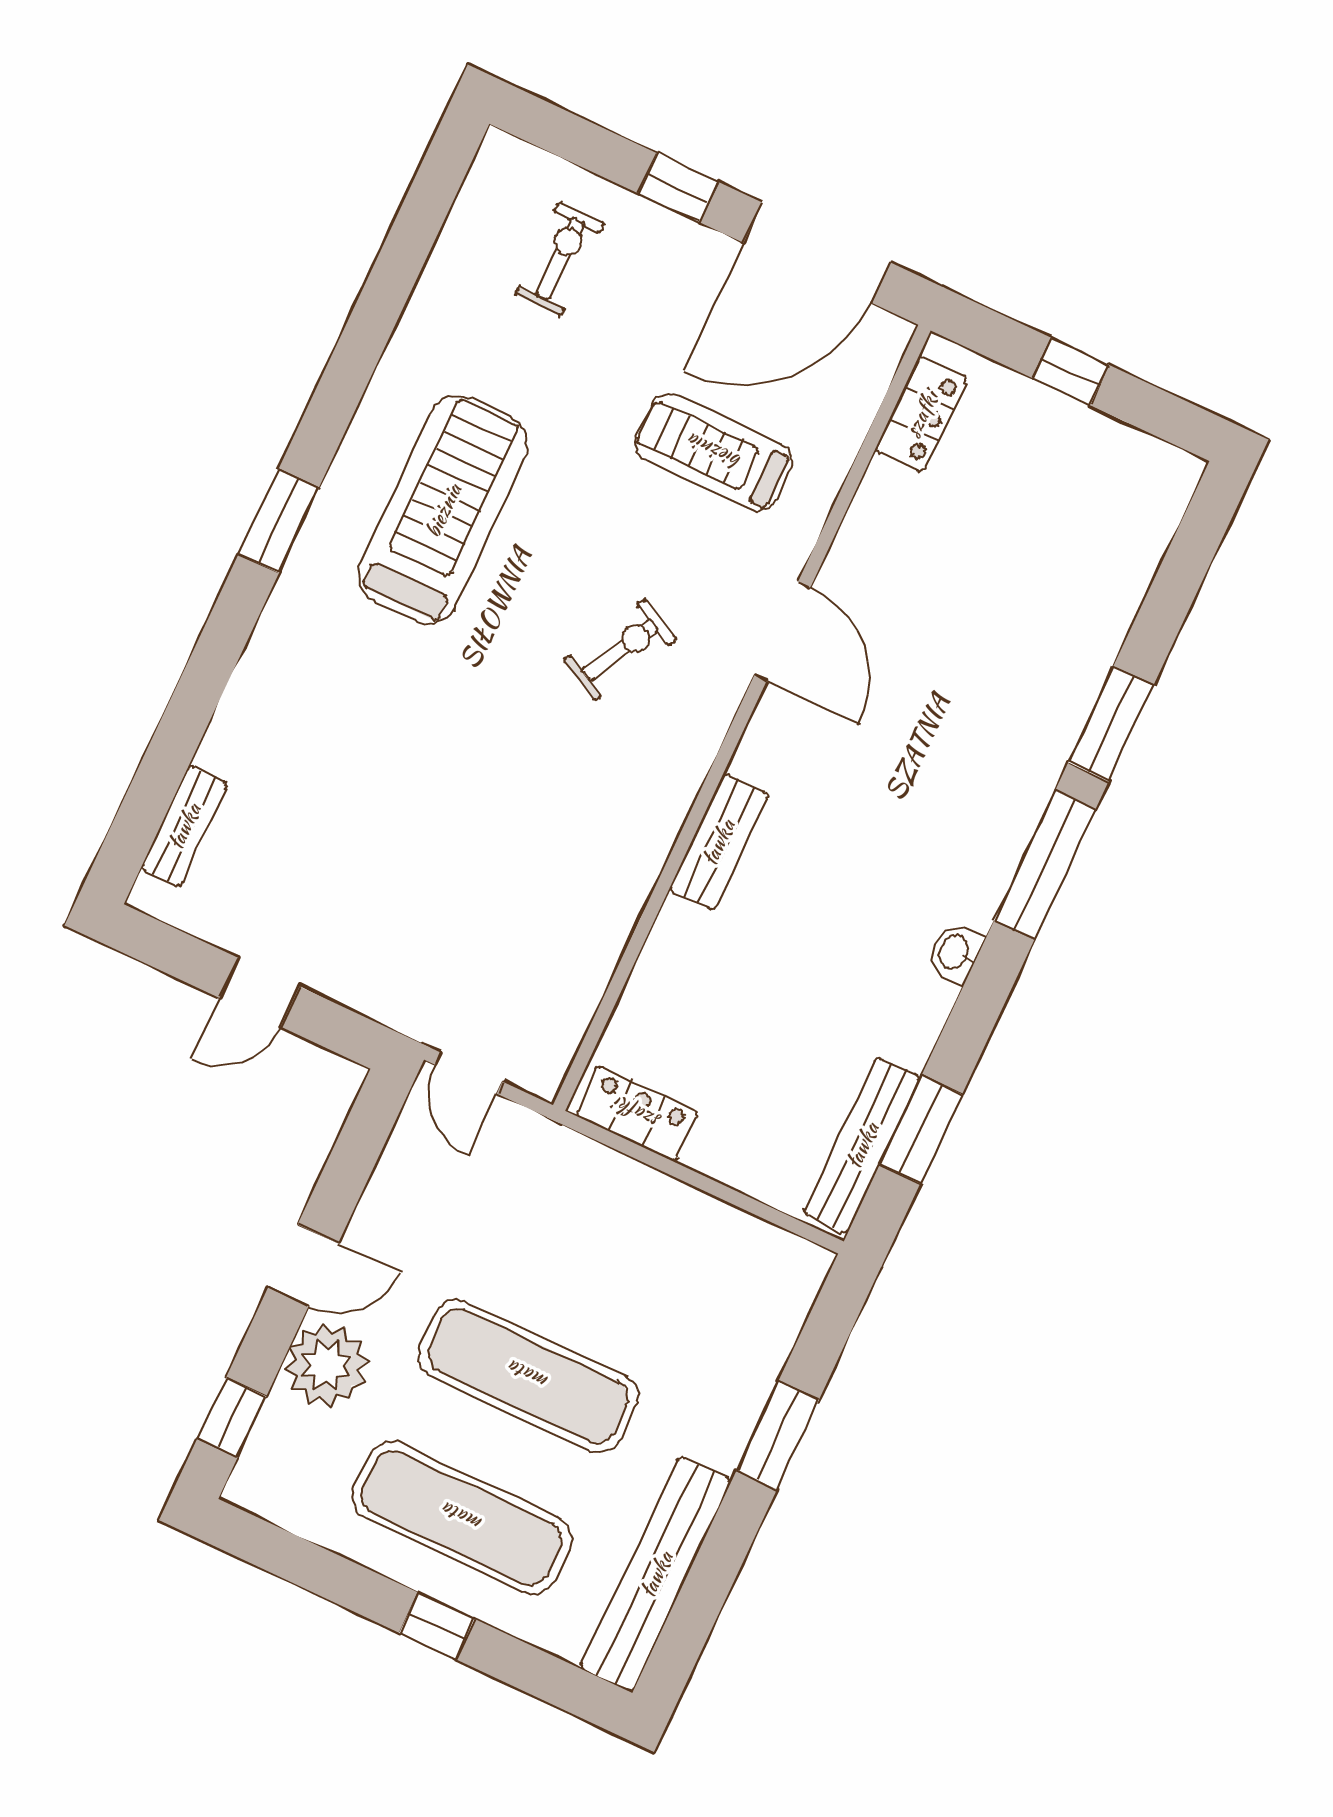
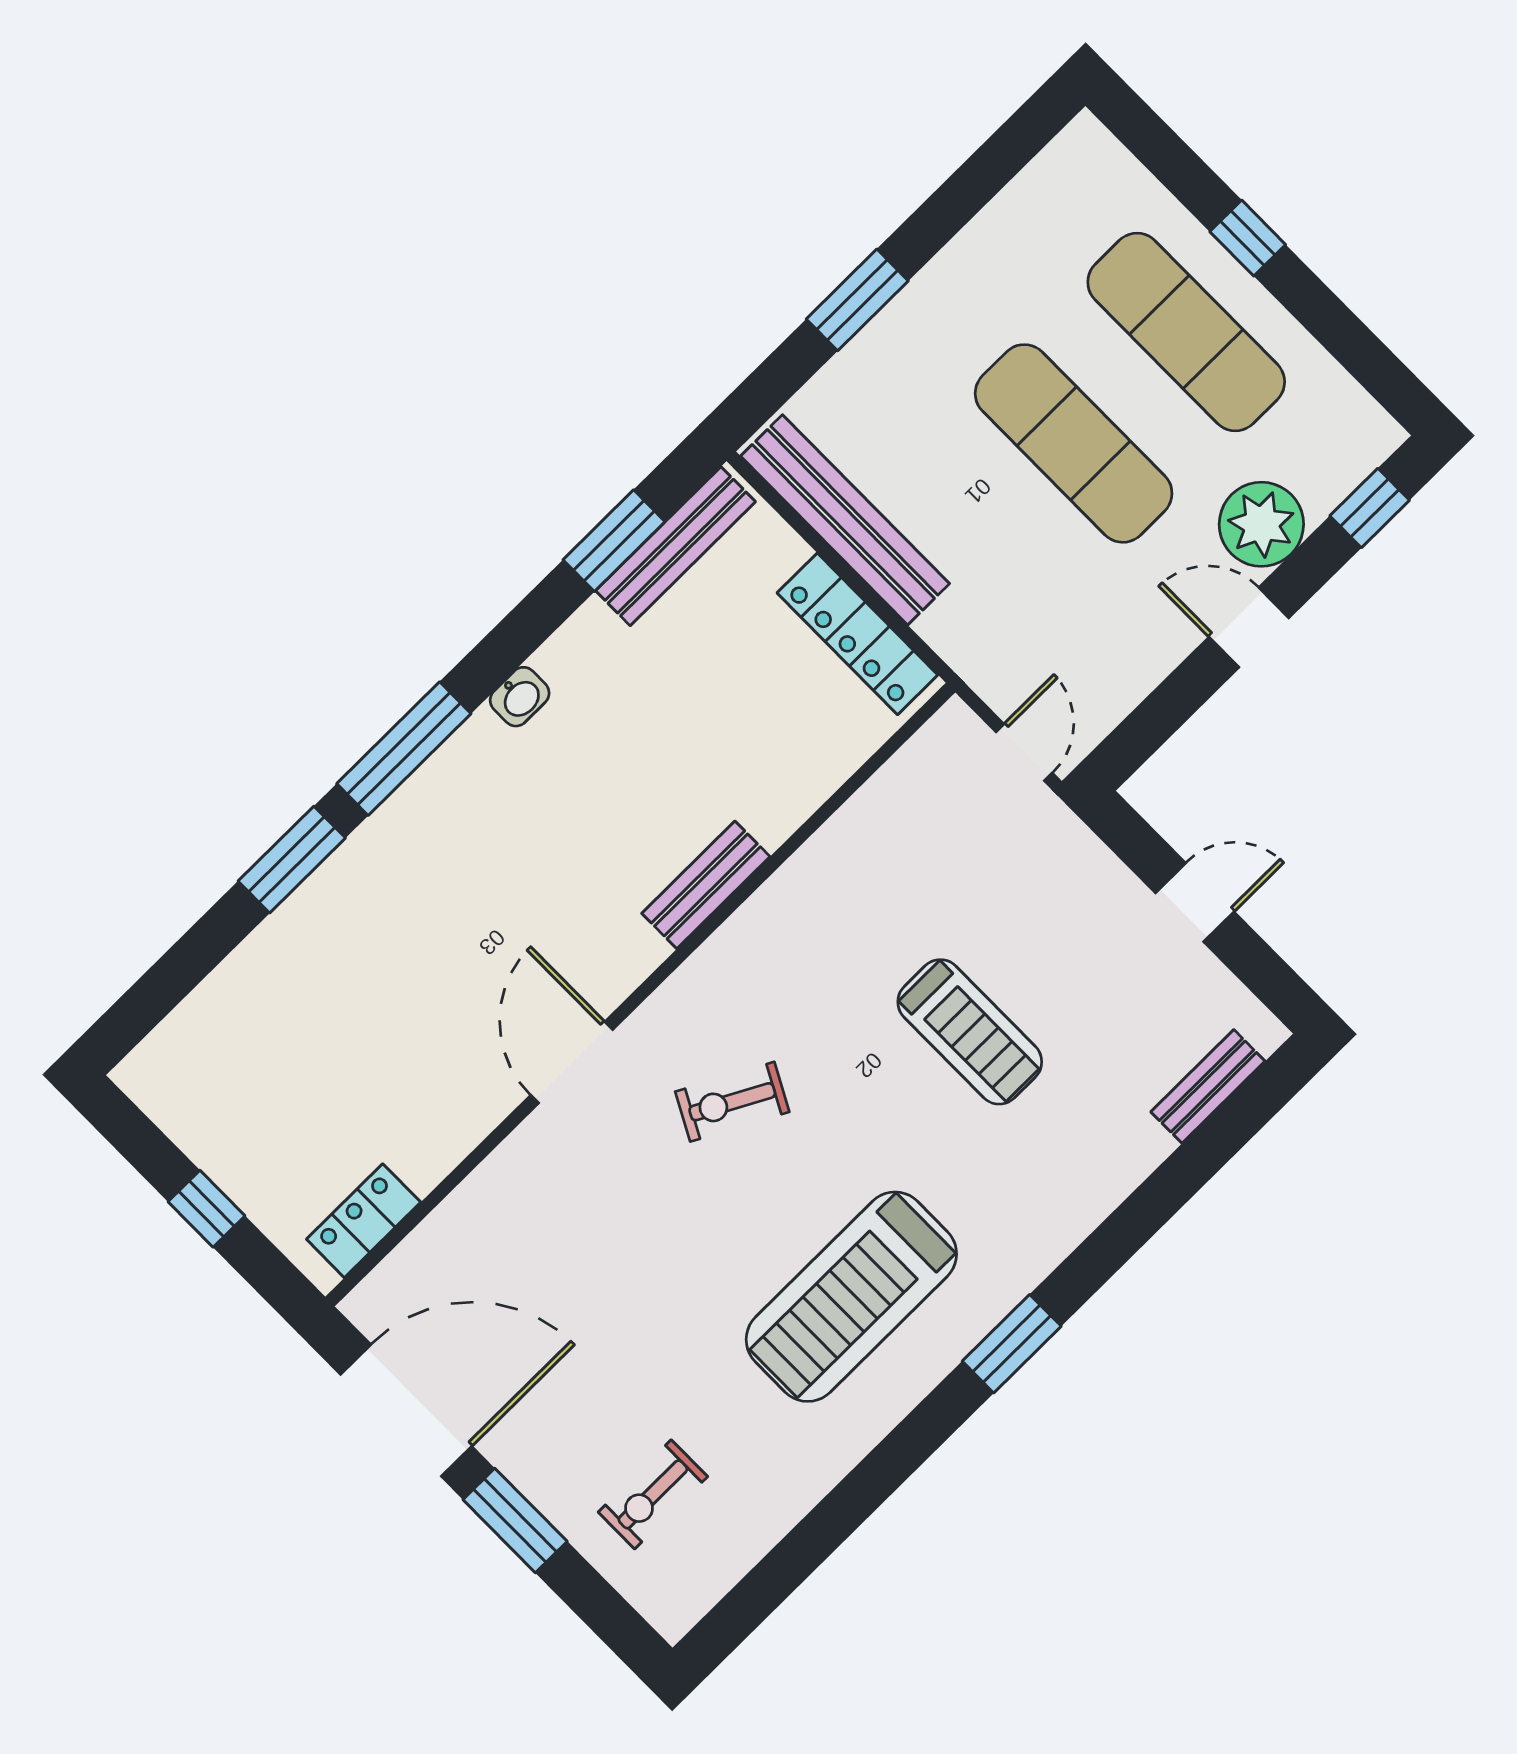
window: (679, 188) -> (515, 1520), width x1.50
treadmill: (714, 452) -> (970, 1032), moved
locker: (637, 1114) -> (857, 634), width x1.53
bench: (656, 1574) -> (845, 520), moved, turned 90

